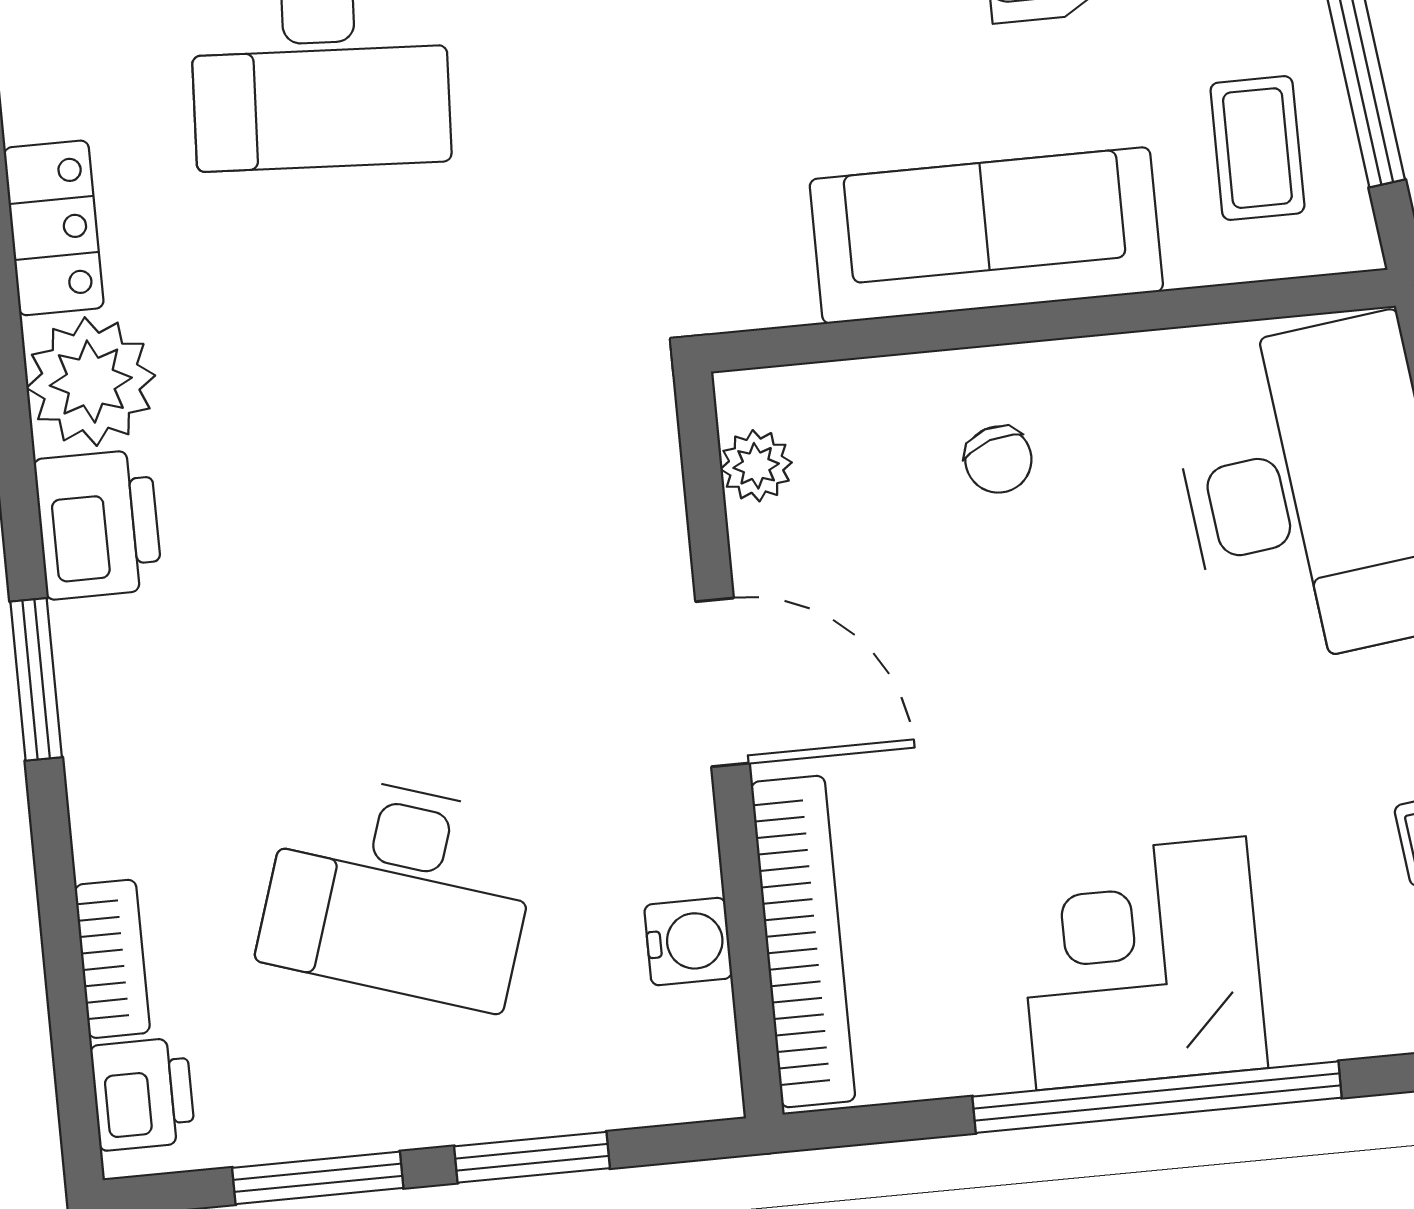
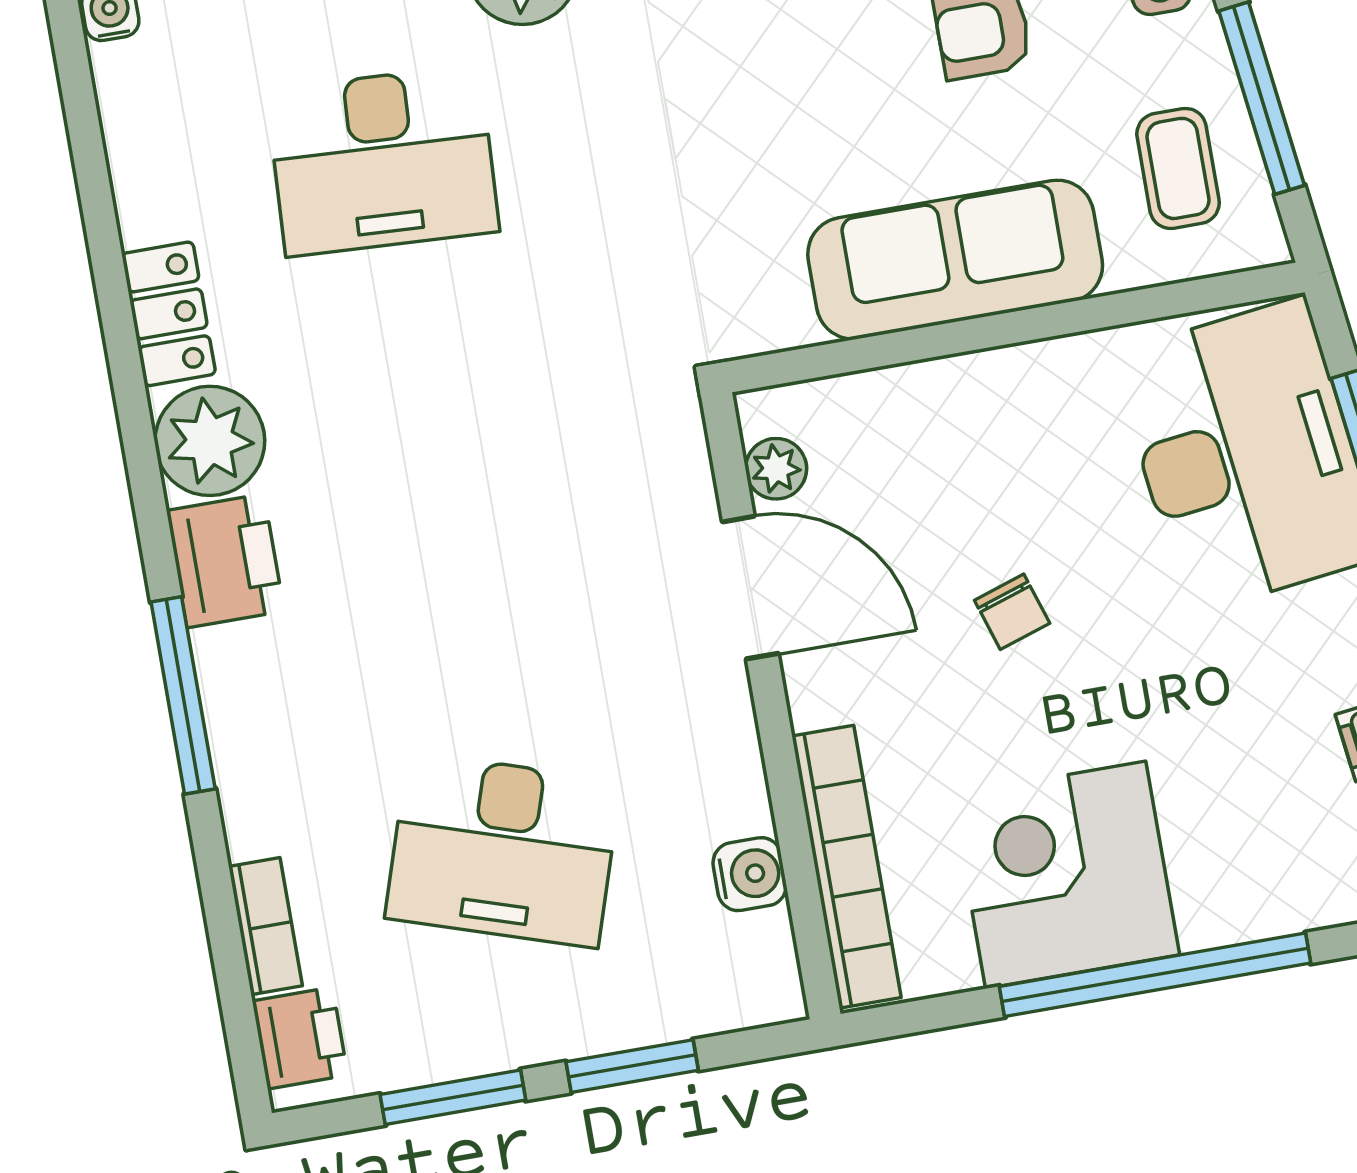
chair: (998, 460) -> (1012, 612), moved
window: (36, 679) -> (183, 695), width x1.44
door: (722, 682) -> (750, 588), moved
corner desk: (1141, 963) -> (1066, 875), moved

